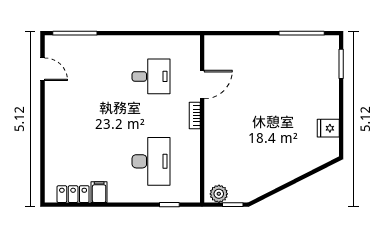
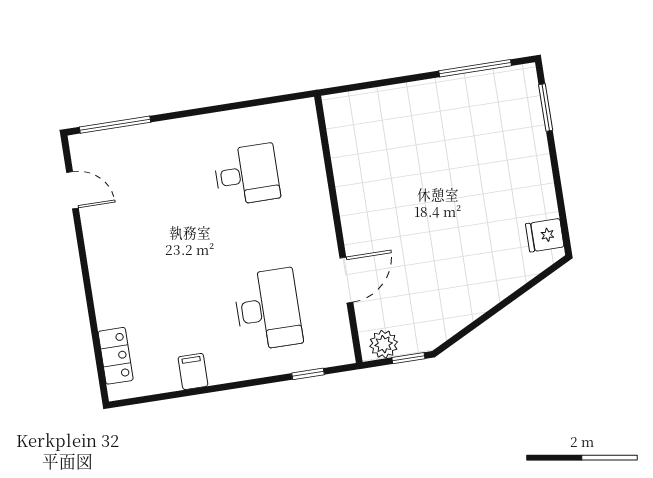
door: (202, 85) -> (346, 280), moved
bookcase: (195, 115) -> (326, 226), removed
fridge: (328, 128) -> (545, 235), moved
locker: (73, 194) -> (116, 356), moved, turned 90

